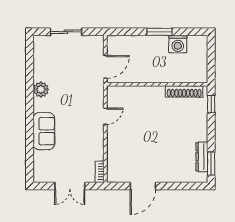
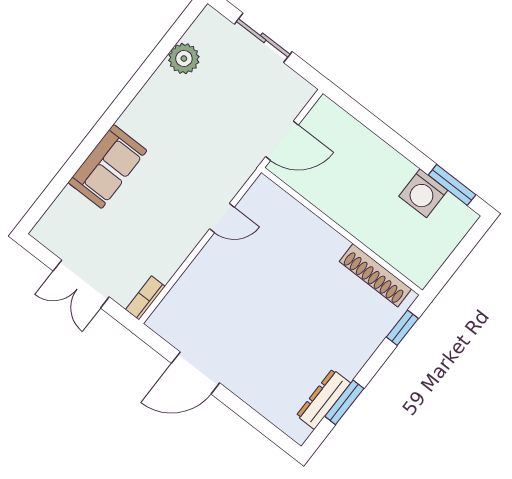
window: (159, 32) -> (452, 185), moved
plant: (41, 89) -> (184, 59), moved
window: (211, 164) -> (344, 402), moved

